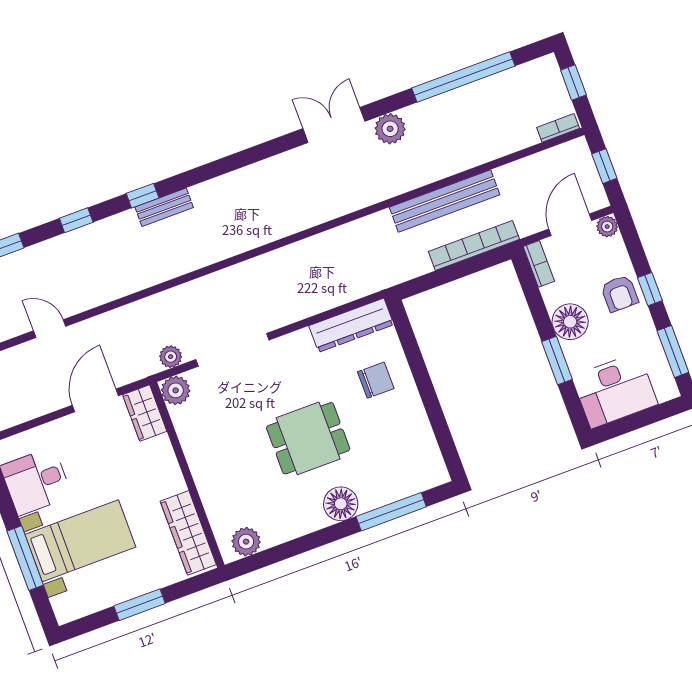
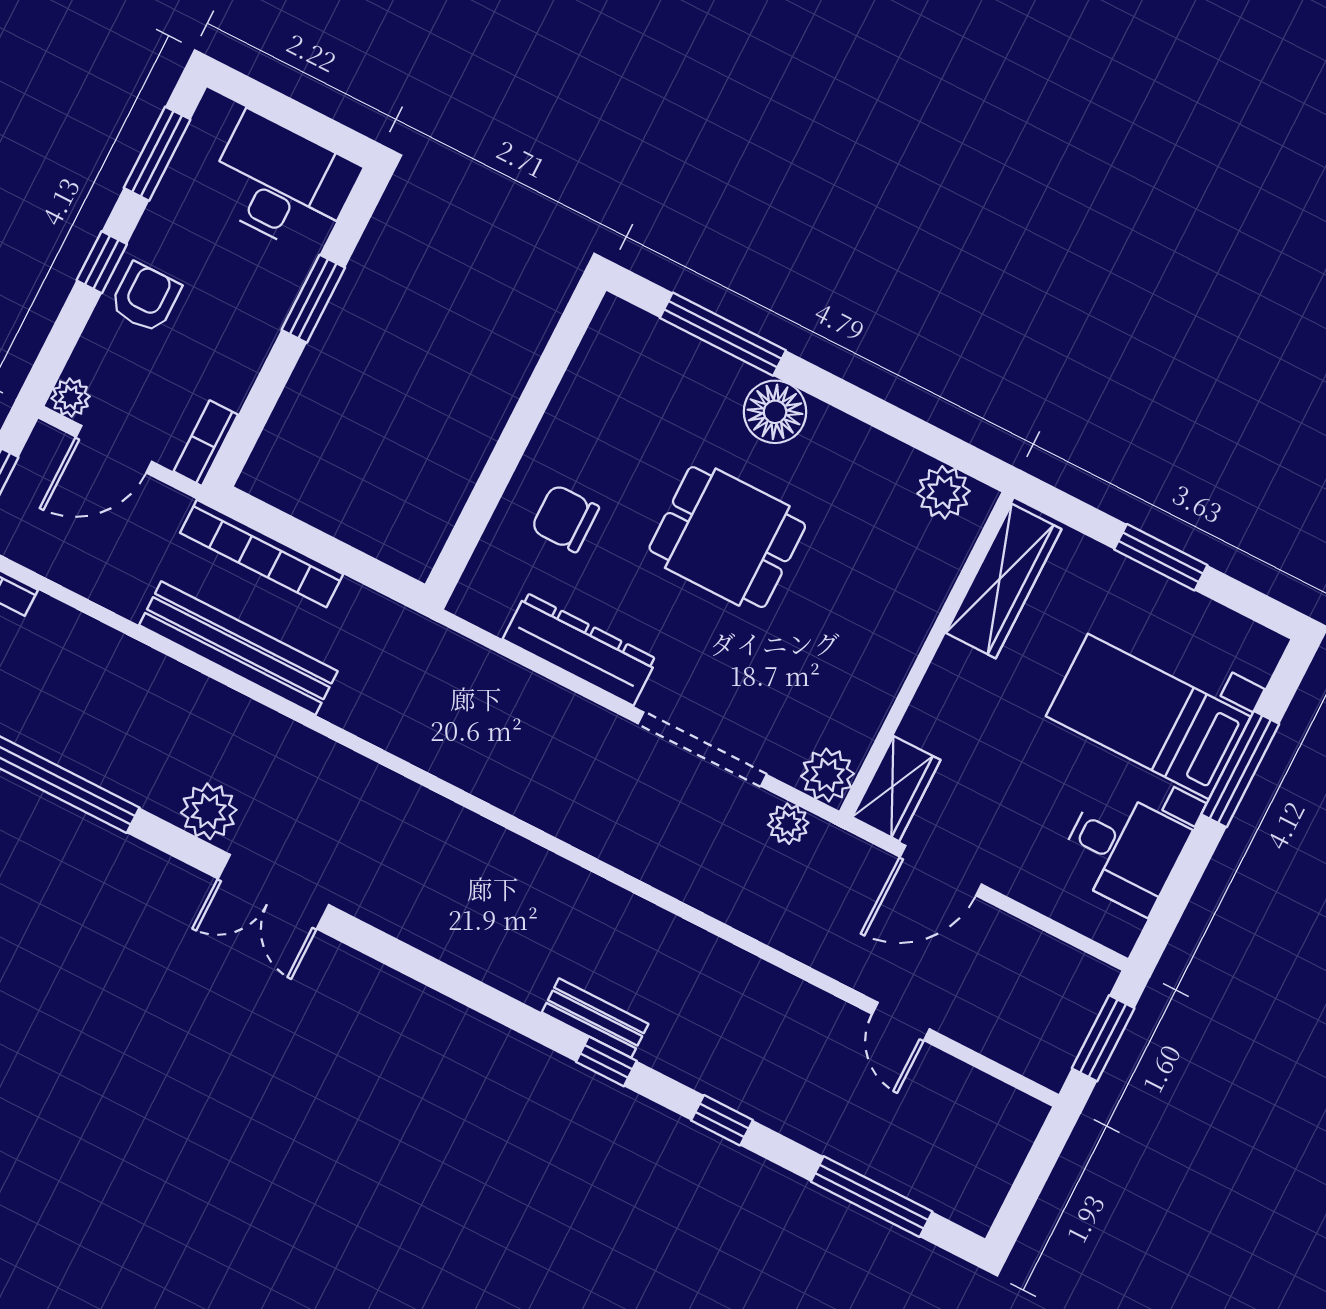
floor lamp: (570, 322) -> (245, 329), removed
dresser: (351, 325) -> (580, 649), moved

